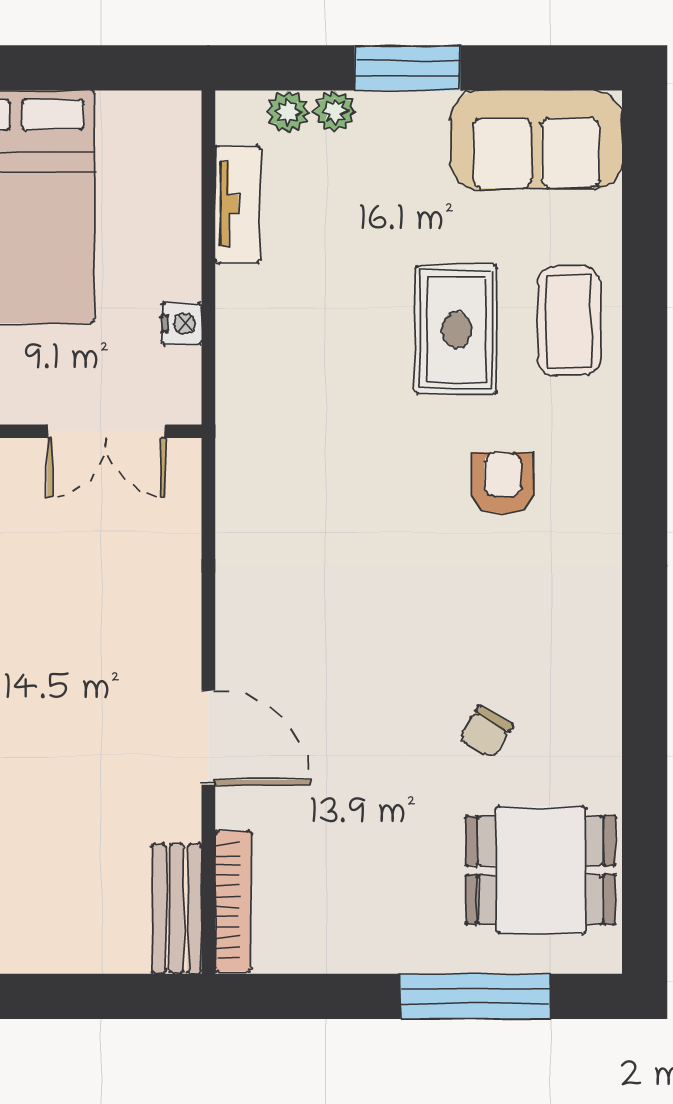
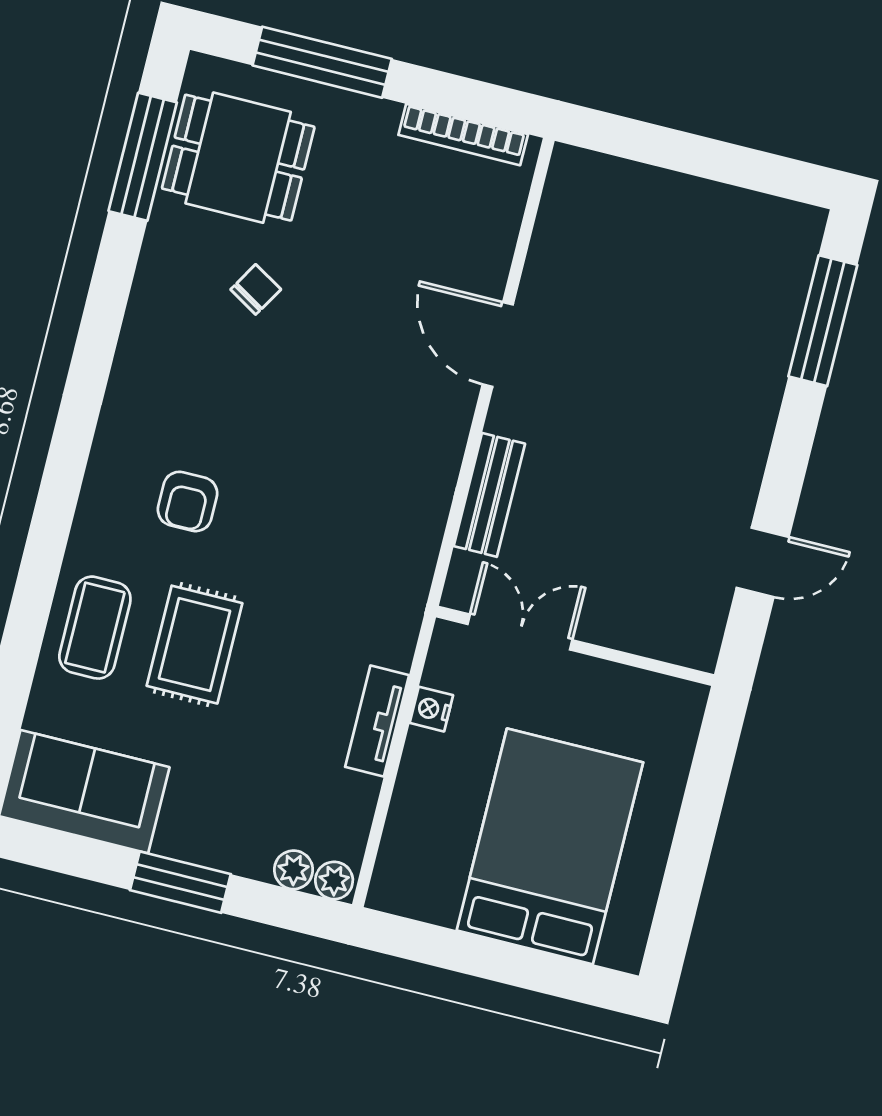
plant: (335, 111) -> (334, 880), moved
tv unit: (237, 204) -> (377, 721), moved
window: (645, 845) -> (143, 157), added
bookcase: (233, 901) -> (463, 135), moved, turned -90
bench: (177, 909) -> (489, 495), moved

